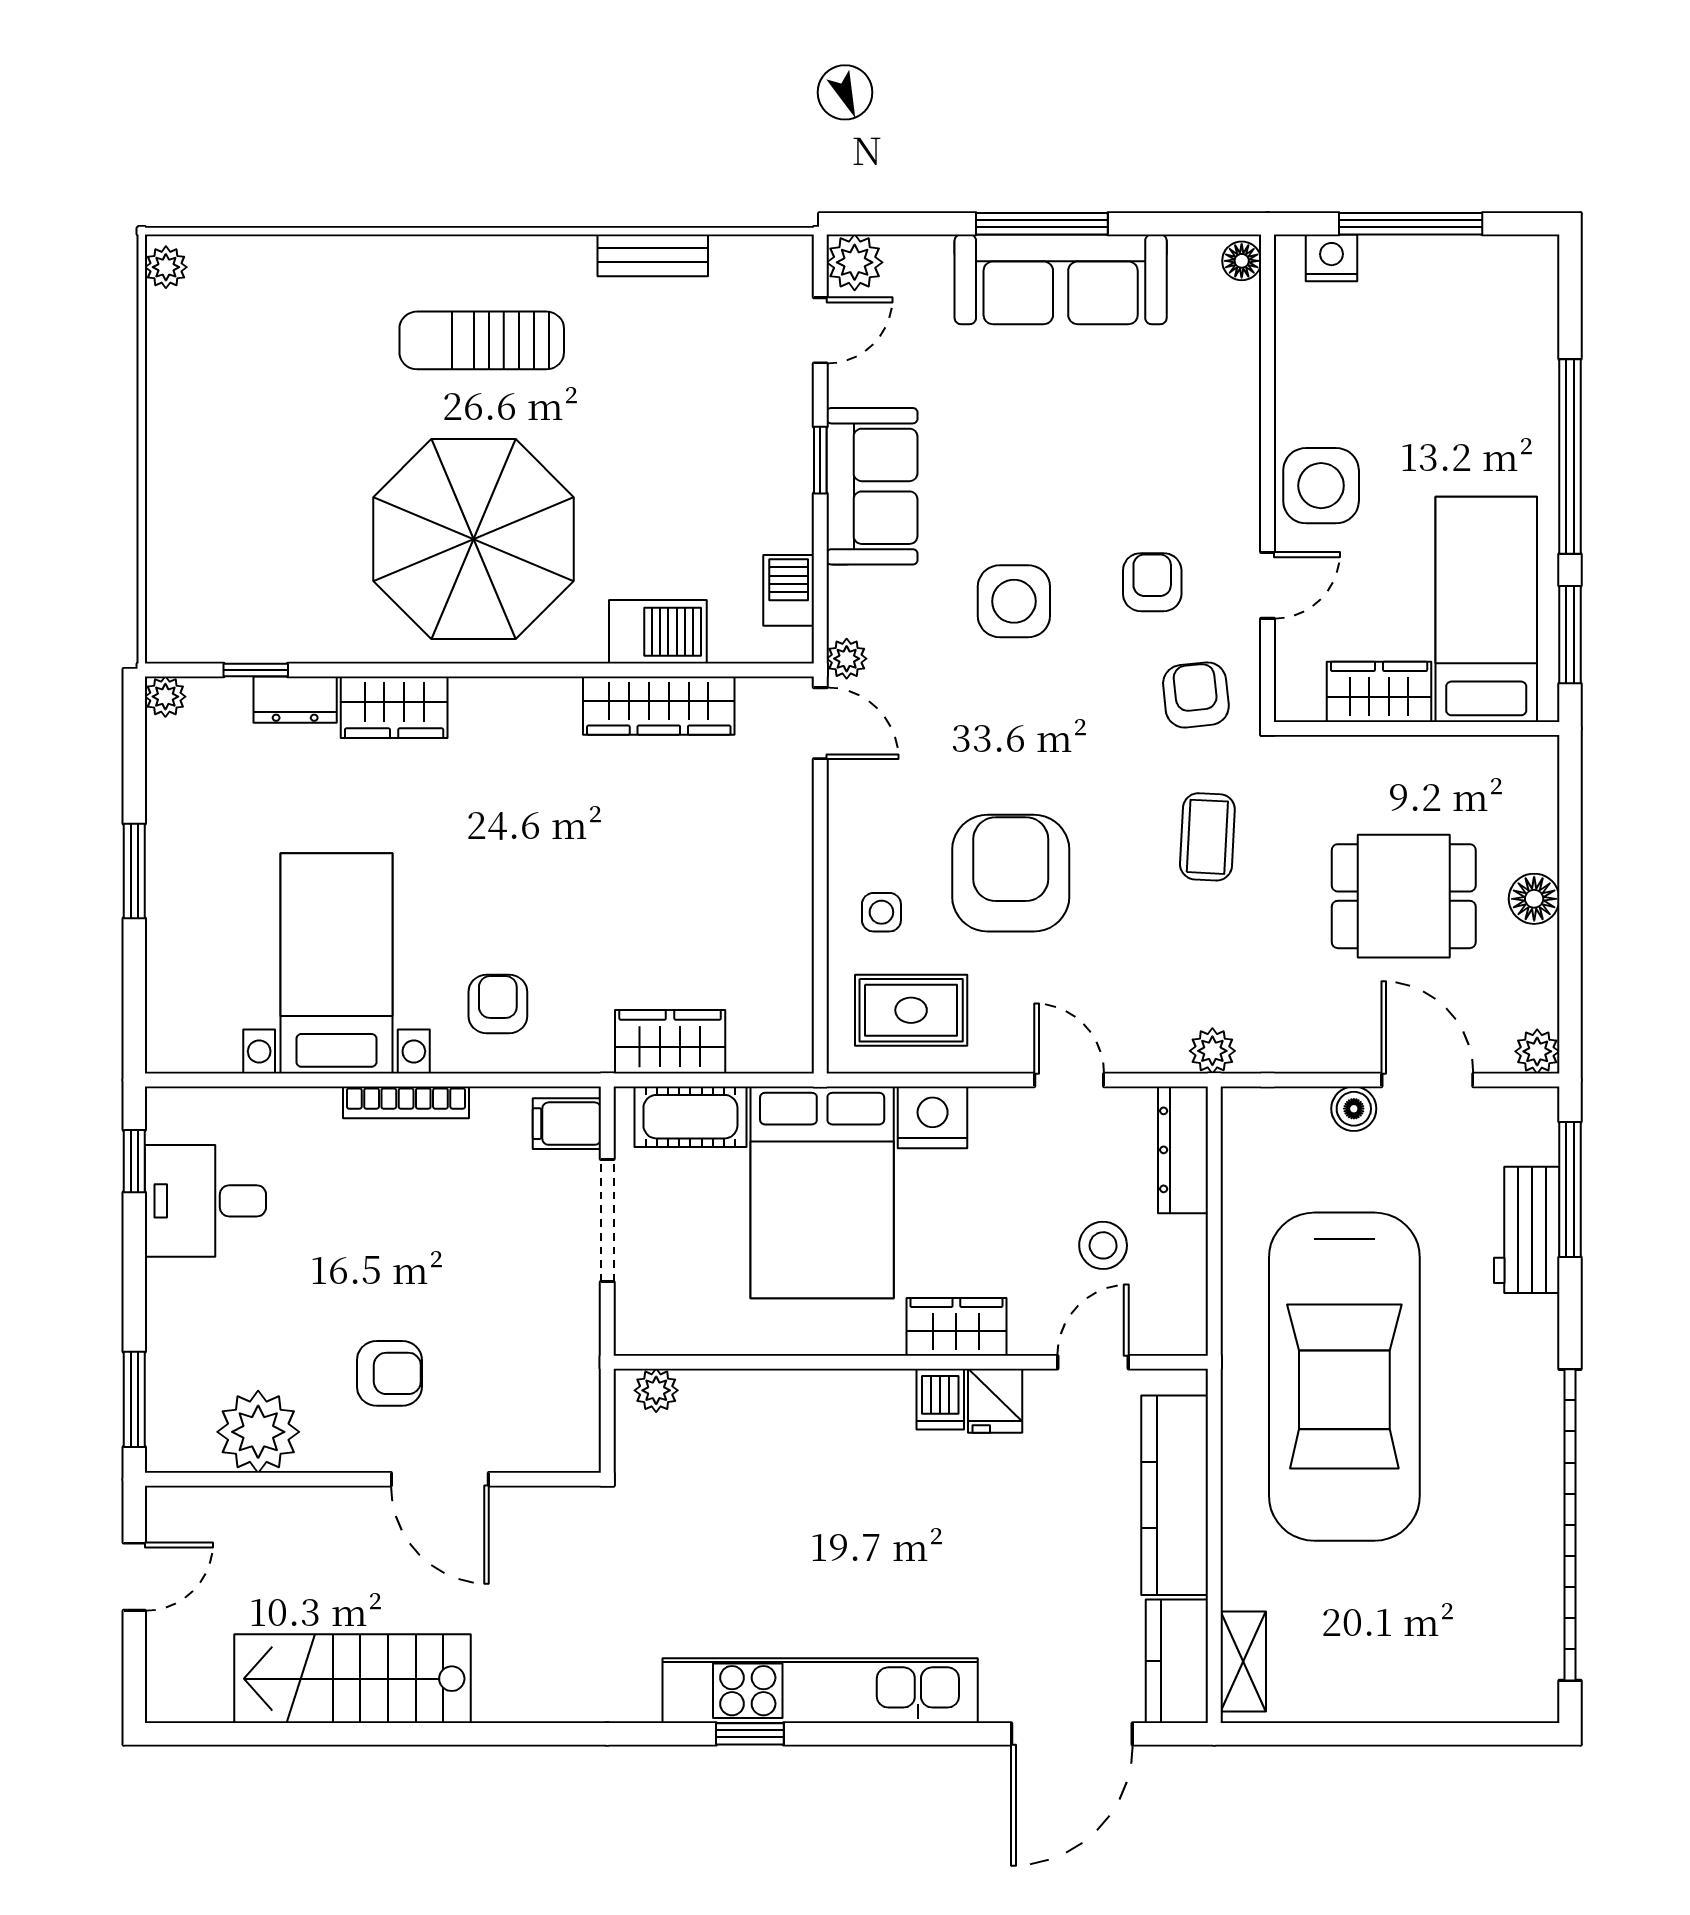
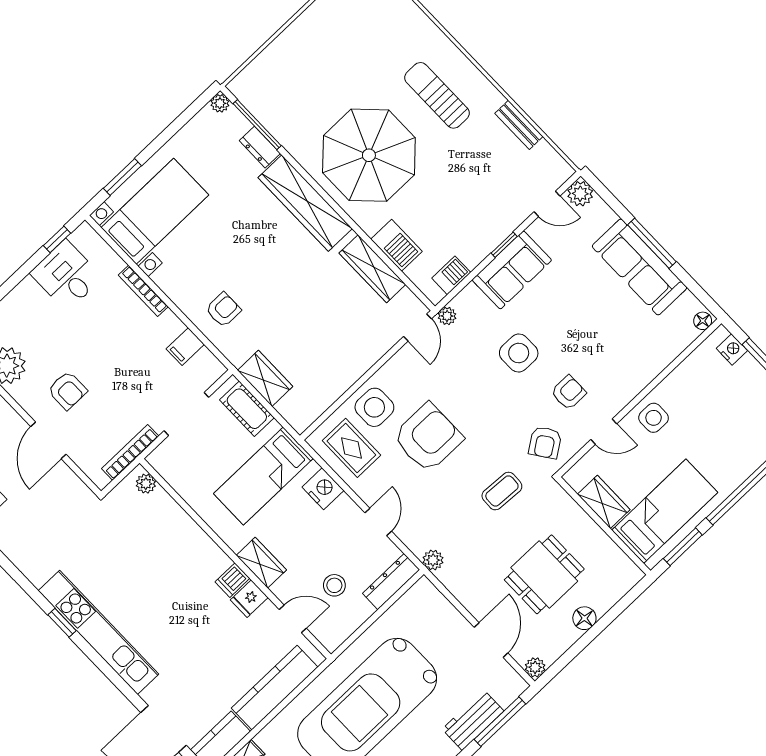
side table: (1321, 486) -> (654, 418), width x0.73, depth x0.73
window: (256, 670) -> (257, 125), width x2.17
armchair: (1196, 695) -> (545, 443), turned 151
wardrobe: (394, 707) -> (305, 203), width x2.10, depth x1.17
window: (134, 871) -> (122, 177), moved
dining table: (1404, 896) -> (544, 574), turned 90
side table: (881, 912) -> (374, 407), width x1.87, depth x1.87
bed with nightstands: (336, 963) -> (155, 211), moved
bookcase: (406, 1102) -> (143, 291), moved
boiler: (1354, 1109) -> (458, 625), removed
filing cabinet: (567, 1124) -> (185, 347), moved, turned -90
bed: (822, 1192) -> (263, 476), width x0.67
bookcase: (583, 1368) -> (130, 452), added

